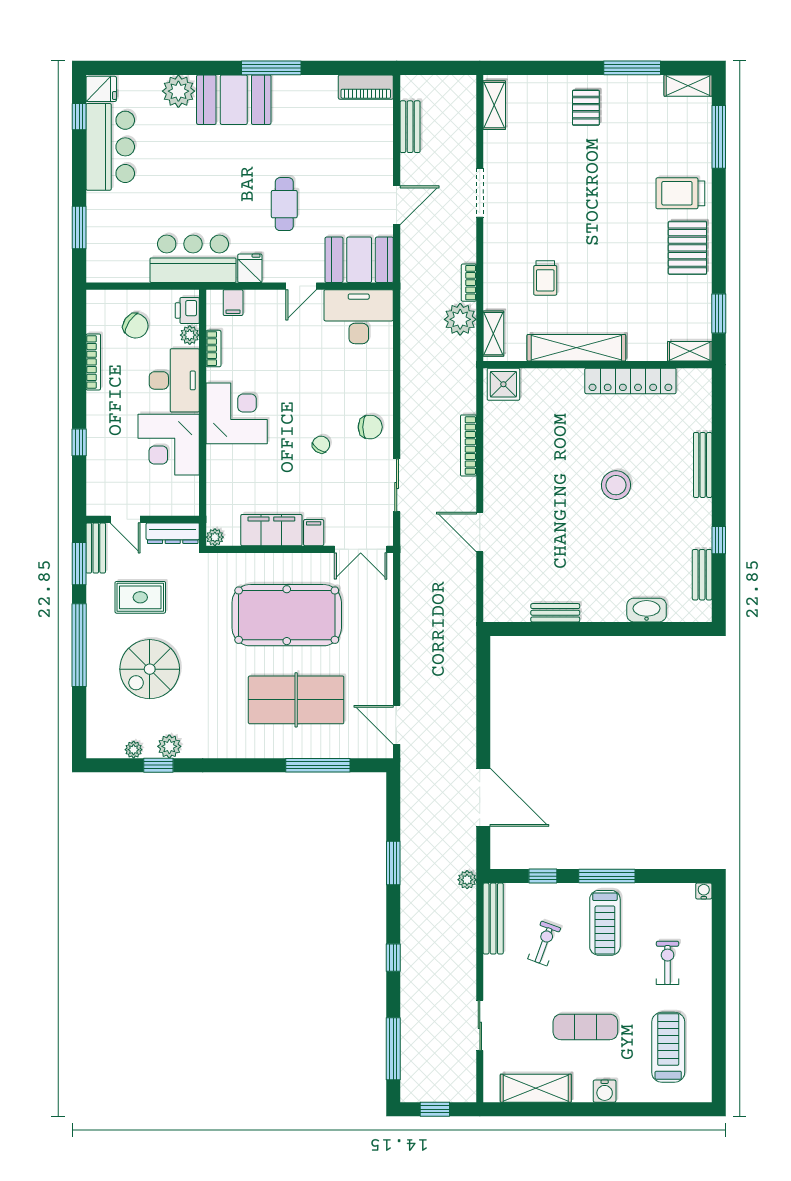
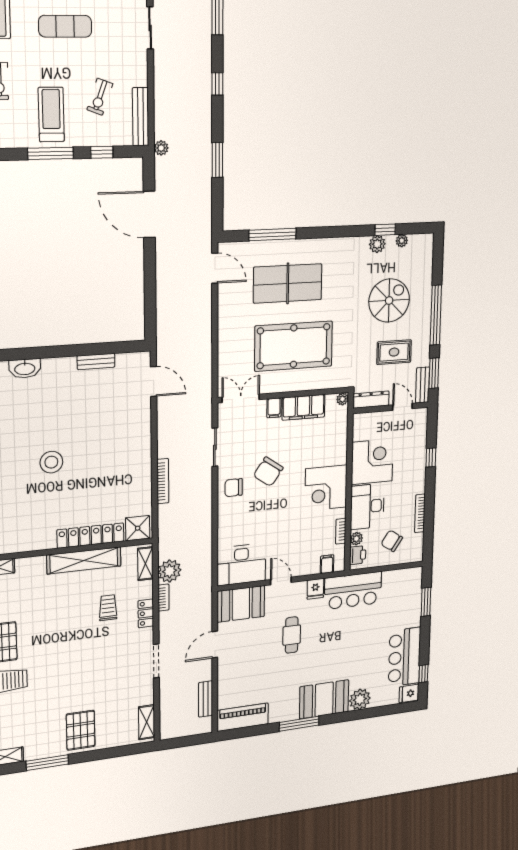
piano: (366, 87) -> (243, 717), width x1.37, depth x1.33
pallet: (586, 108) -> (81, 730), width x1.50, depth x1.42
locker: (494, 263) -> (146, 613), added
door: (301, 286) -> (281, 581), hinge flipped
locker: (630, 381) -> (91, 536), moved
chair: (321, 445) -> (268, 472), width x1.87, depth x1.87
door: (480, 532) -> (154, 381), moved

